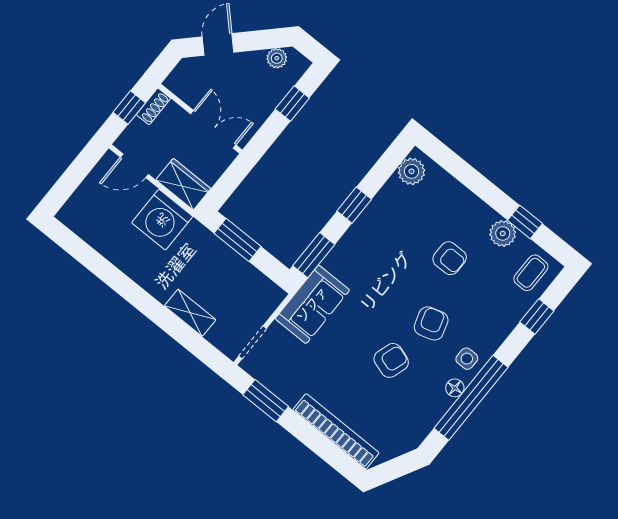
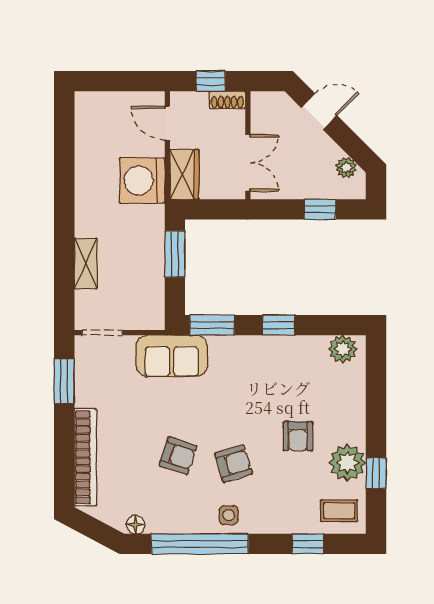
plant: (503, 233) -> (347, 463), width x1.36, depth x1.36
floor lamp: (455, 388) -> (136, 525), moved

